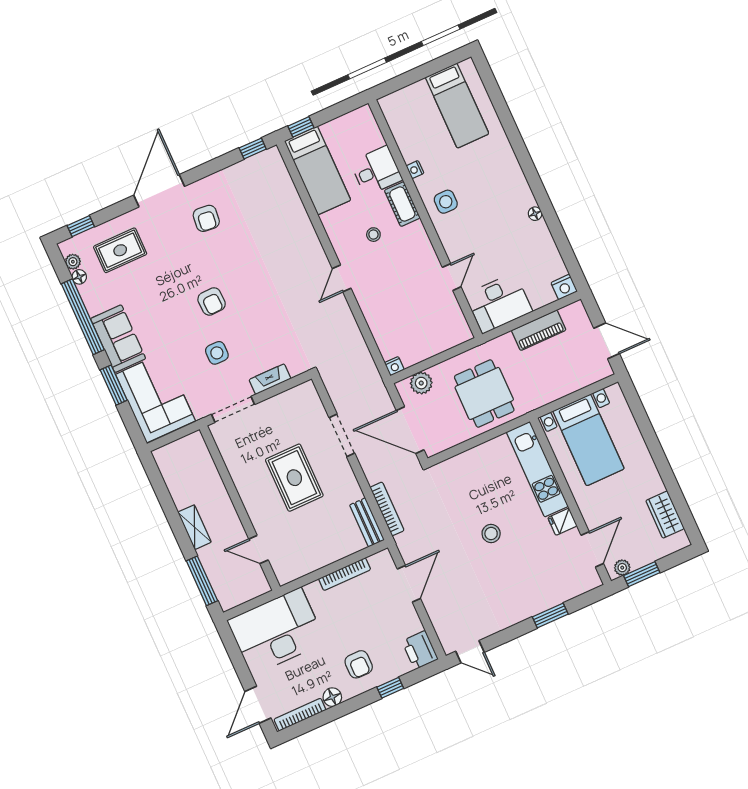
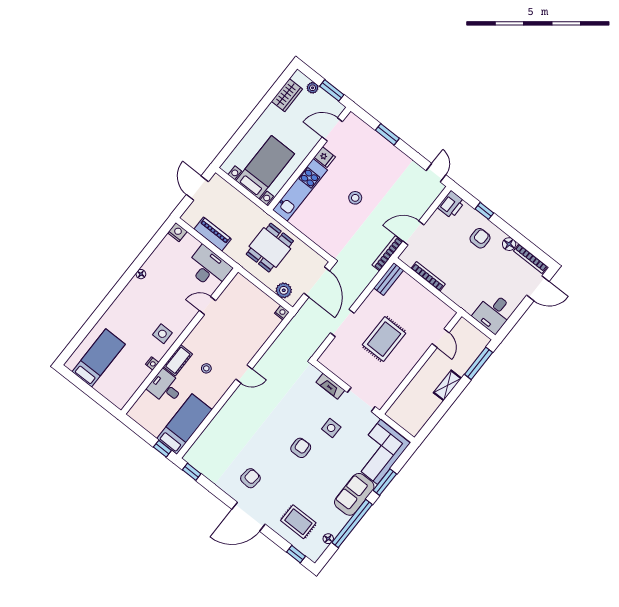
plant: (73, 262) -> (321, 548), removed
bookcase: (387, 509) -> (387, 253), moved
plant: (622, 568) -> (313, 88), moved
desk: (276, 631) -> (493, 313), width x0.53, depth x0.77

